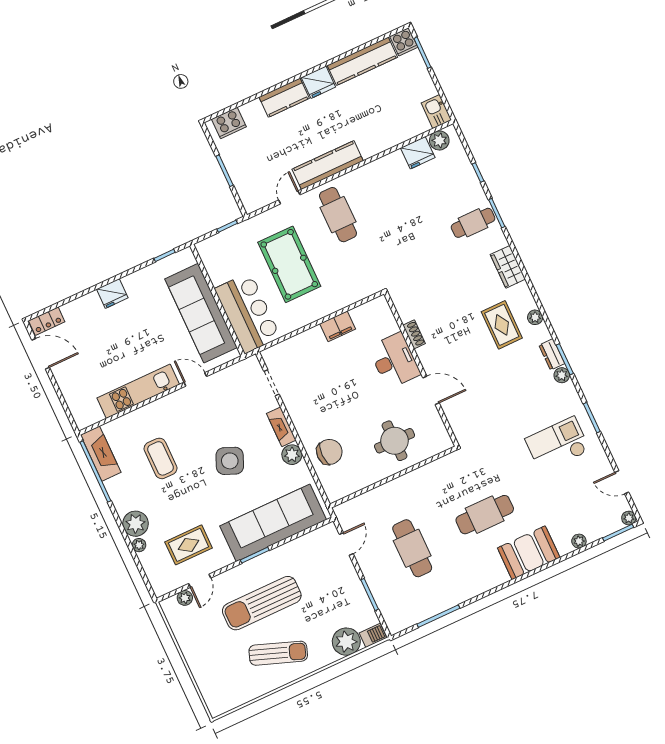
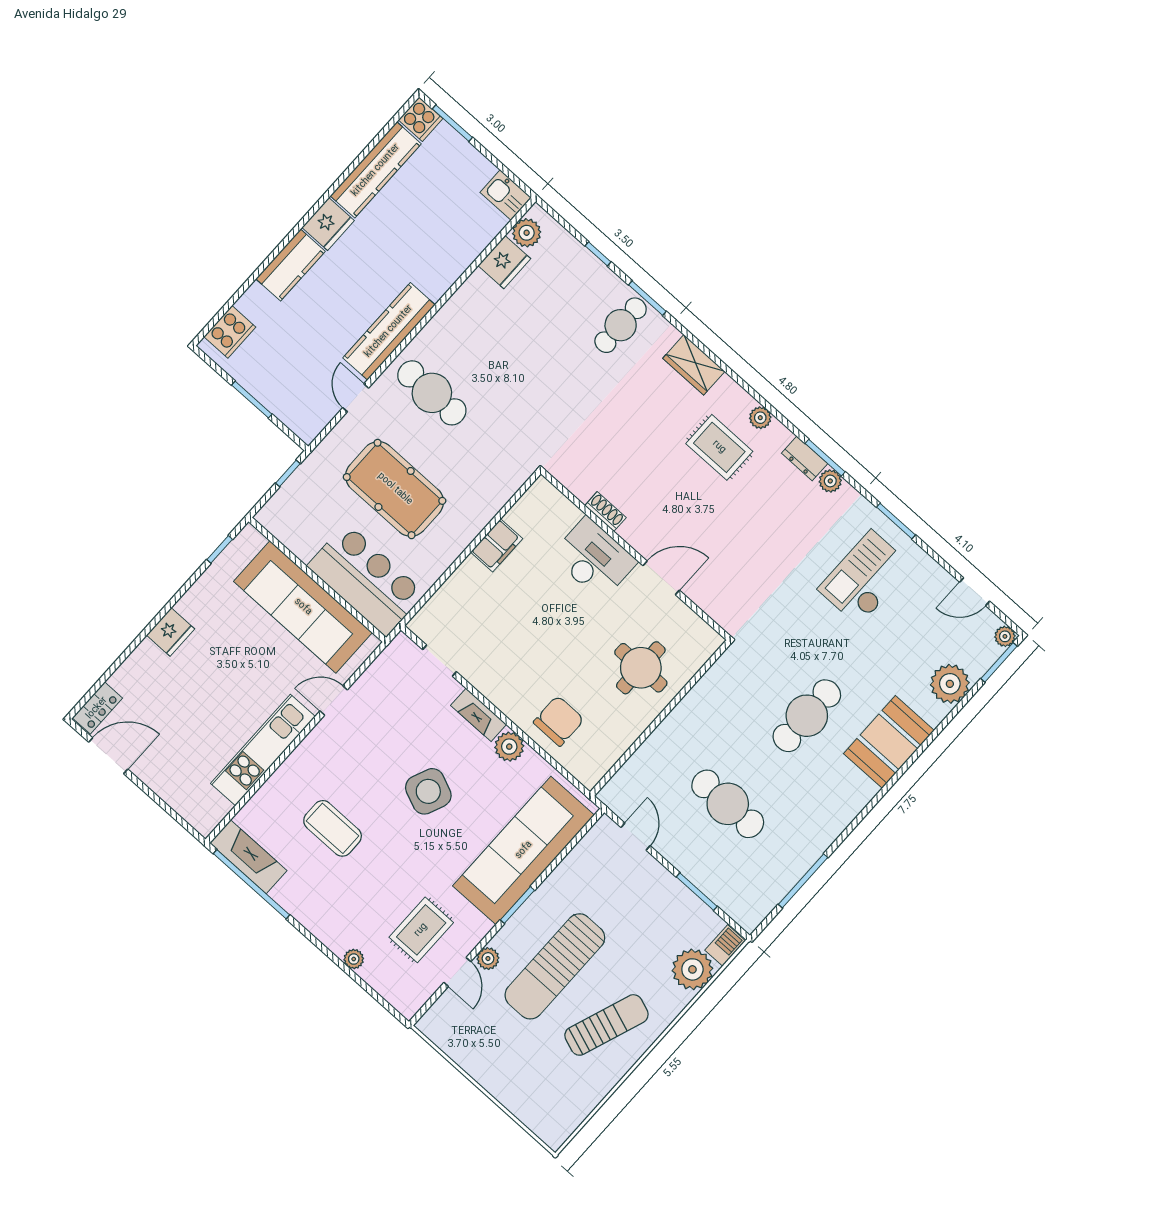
plant: (136, 524) -> (337, 932), removed
plant: (579, 541) -> (950, 684), width x1.87, depth x1.87
plant: (185, 598) -> (488, 959), moved

